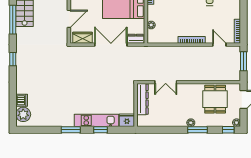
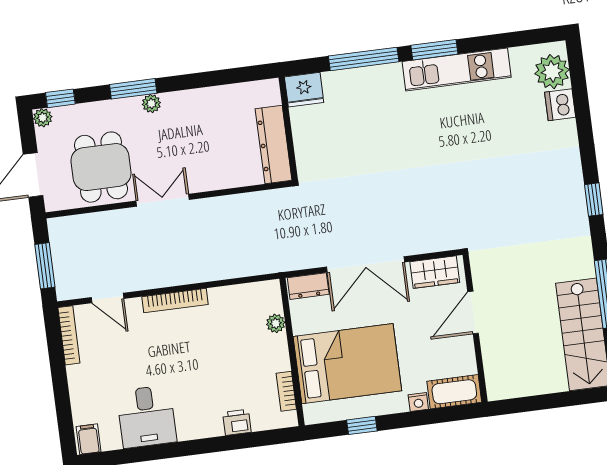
double door: (166, 82) -> (163, 200), moved
kitchen unit: (96, 120) -> (457, 69), moved
window: (101, 130) -> (364, 59), width x2.17

